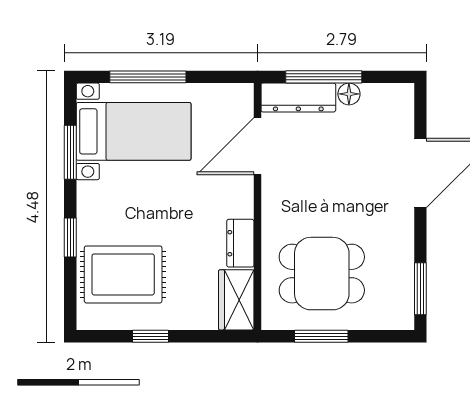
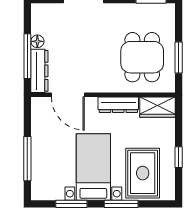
bed with nightstands: (134, 131) -> (93, 167), moved
window: (70, 237) -> (121, 204), width x1.50
dresser: (240, 243) -> (118, 105), width x1.44

